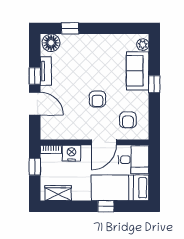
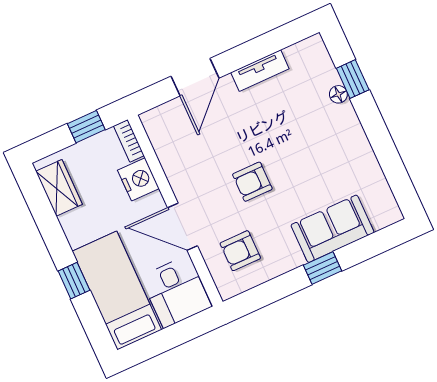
floor lamp: (51, 43) -> (338, 94), moved, width x0.53, depth x0.53
plant: (143, 45) -> (382, 217), removed
window: (35, 76) -> (243, 55), removed

